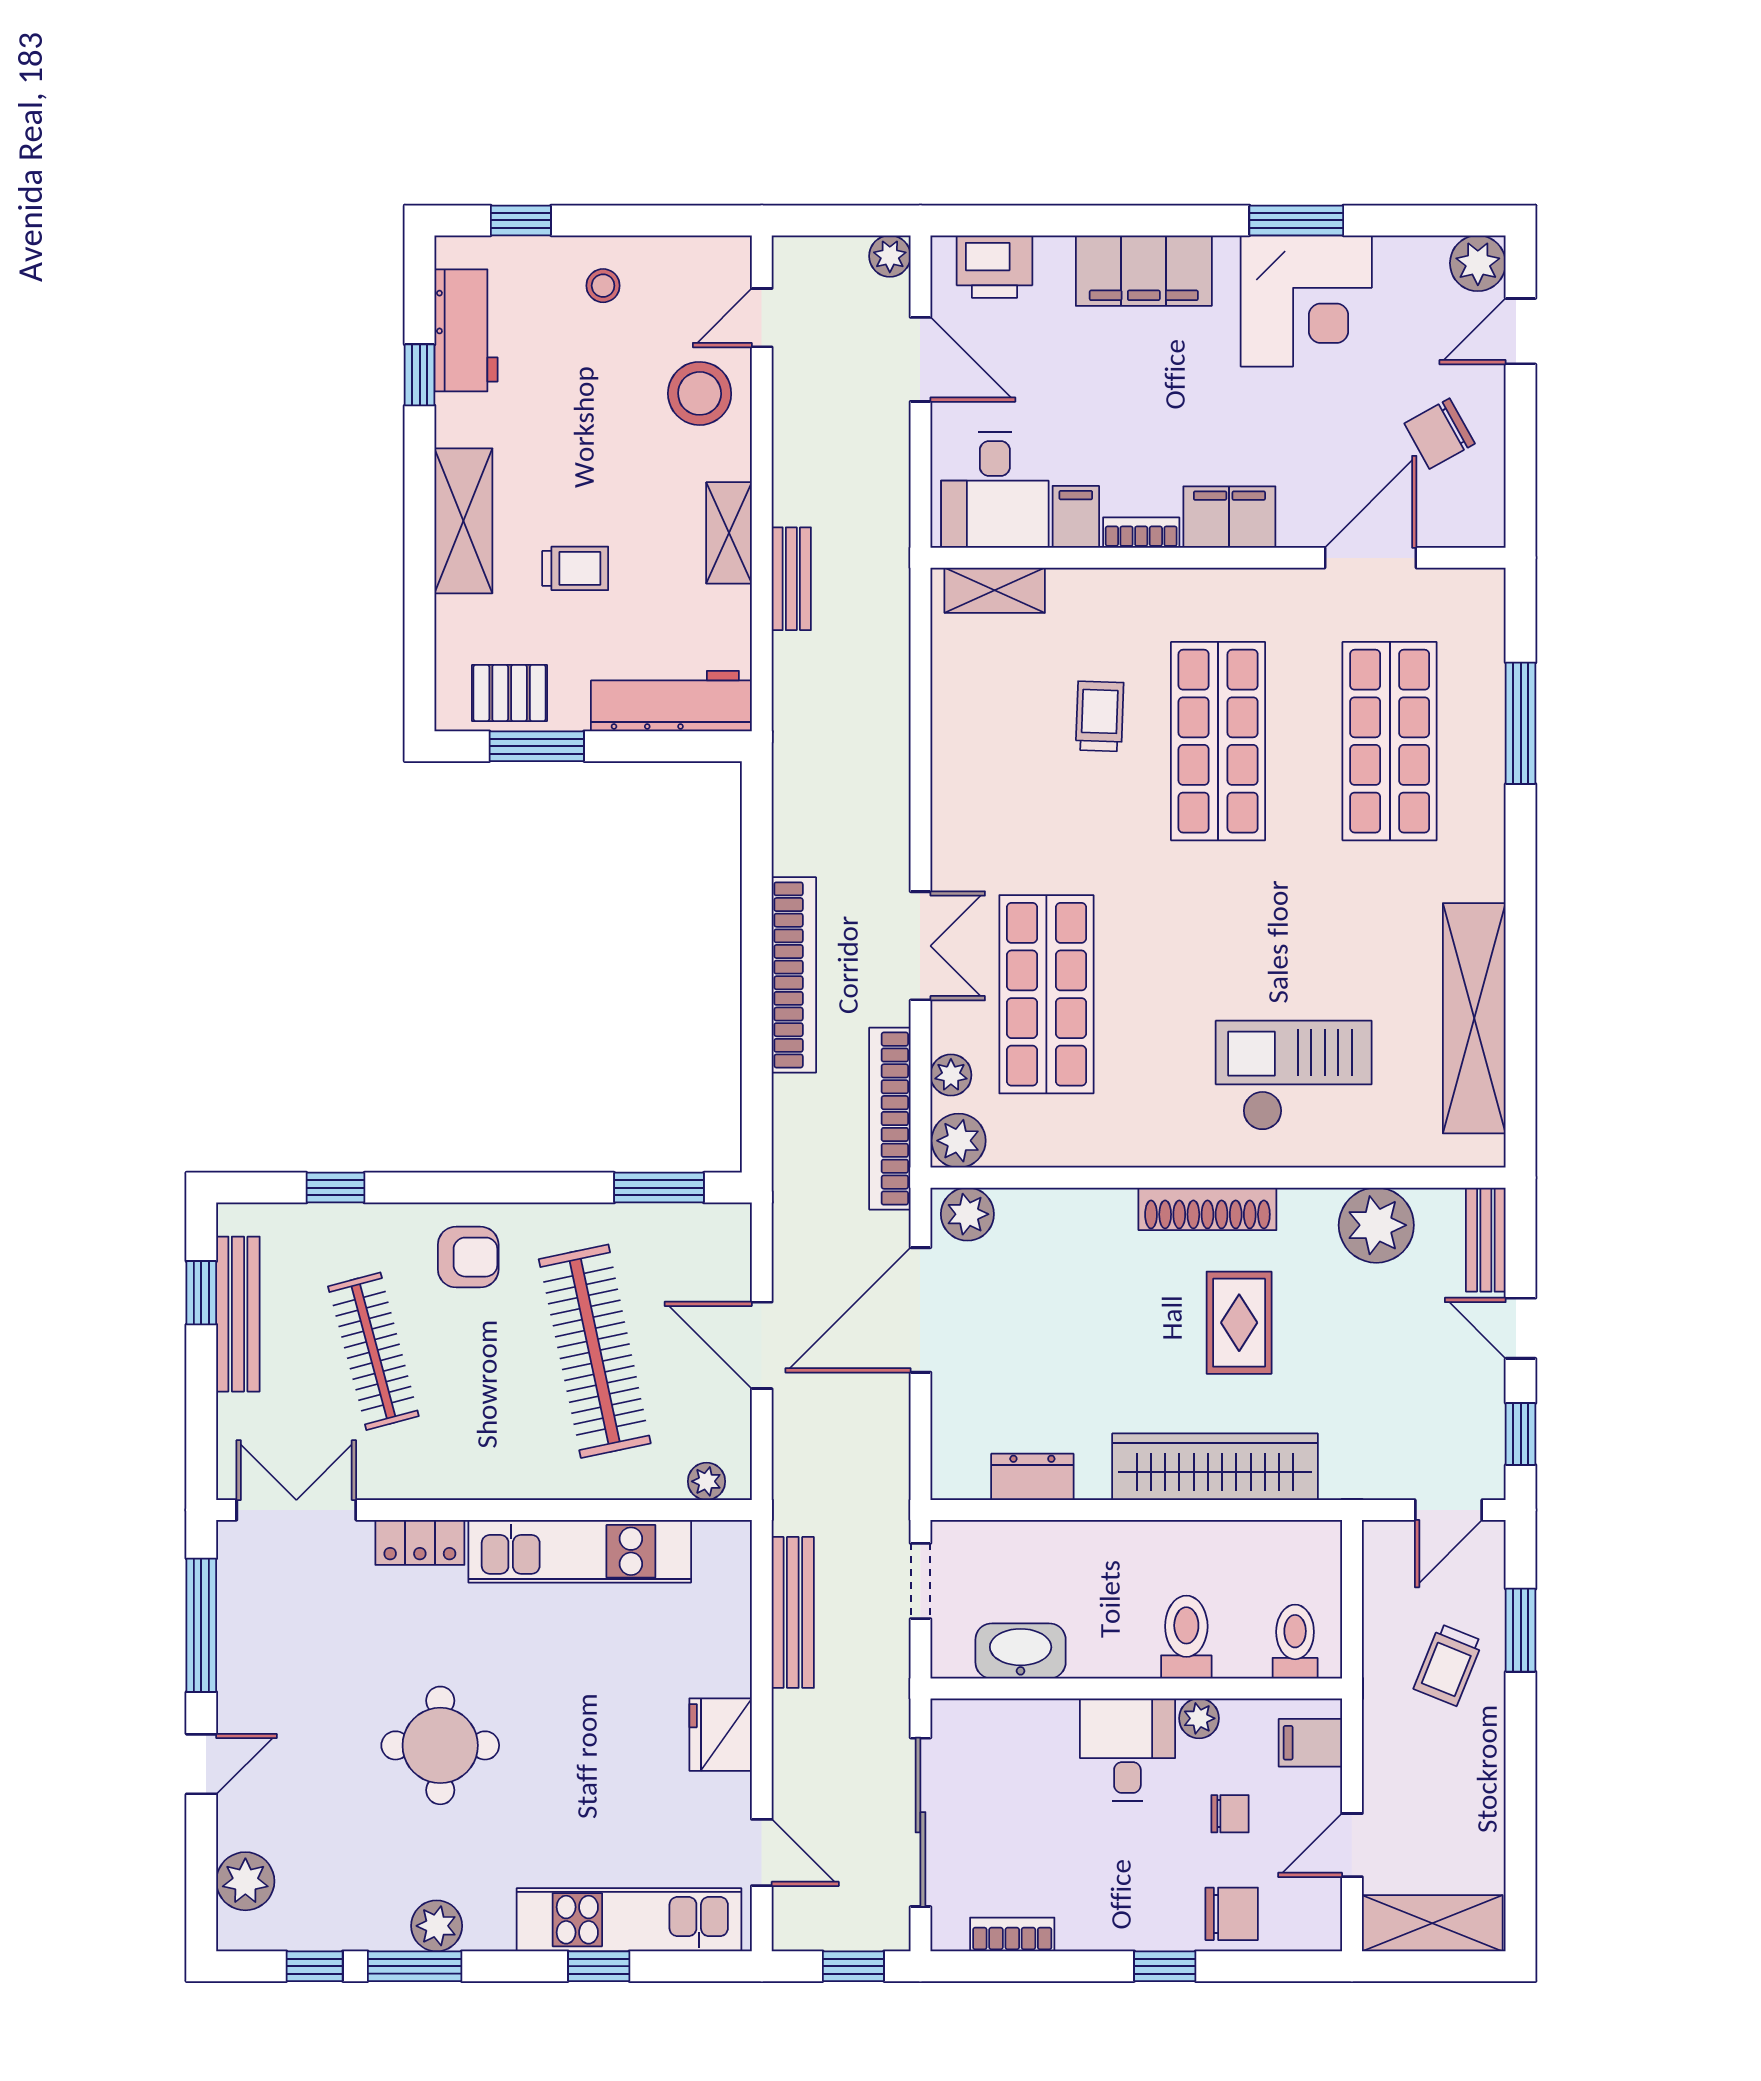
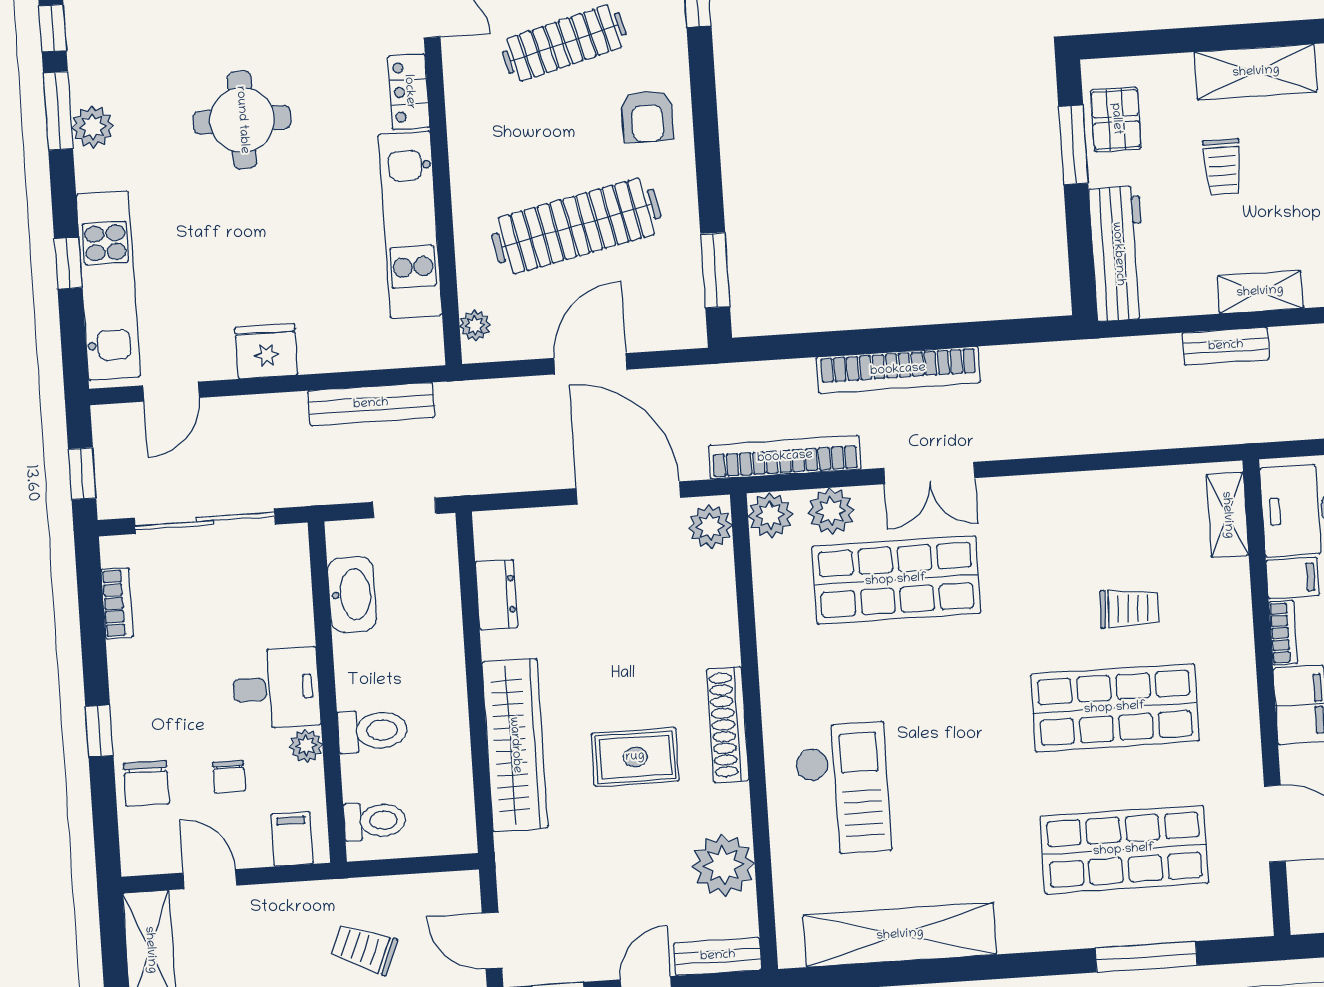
plant: (951, 1075) -> (831, 511), width x1.38, depth x1.38

